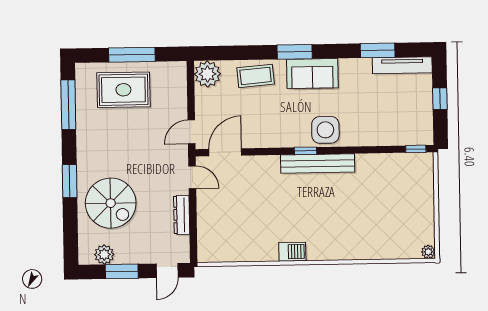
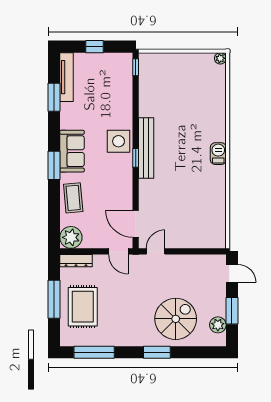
dresser: (182, 215) -> (76, 261), moved
barbecue: (292, 252) -> (218, 154), moved

